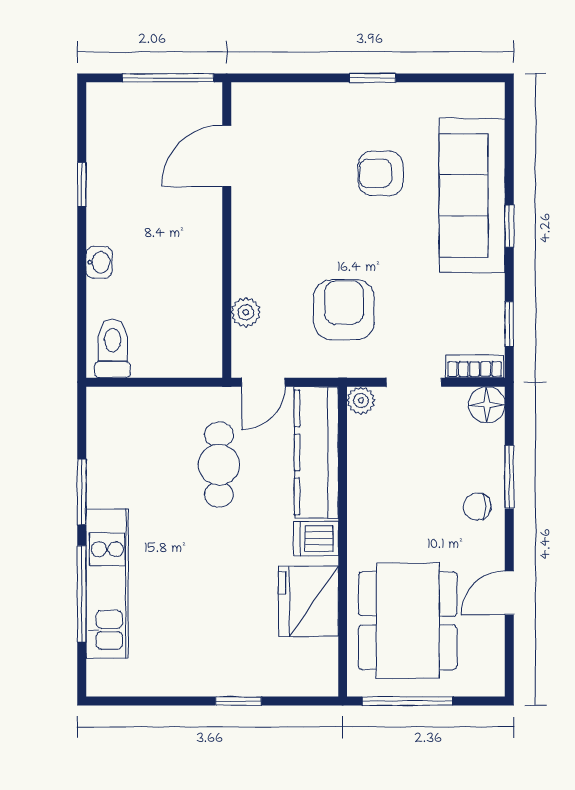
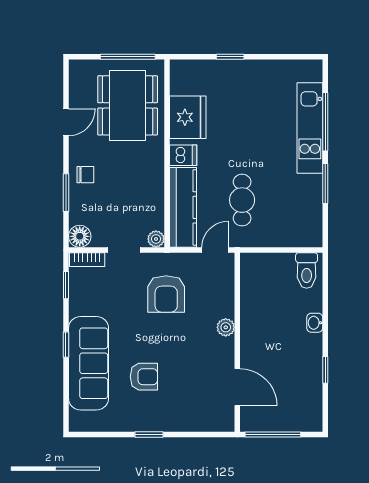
door: (227, 156) -> (237, 387), hinge flipped
plant: (246, 312) -> (226, 327), moved

